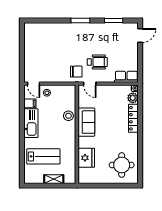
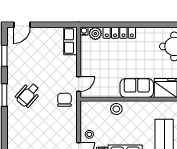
door: (140, 35) -> (22, 25), swing flipped
wheelchair: (97, 62) -> (28, 95), moved, turned -139
sofa: (86, 122) -> (137, 88), moved

